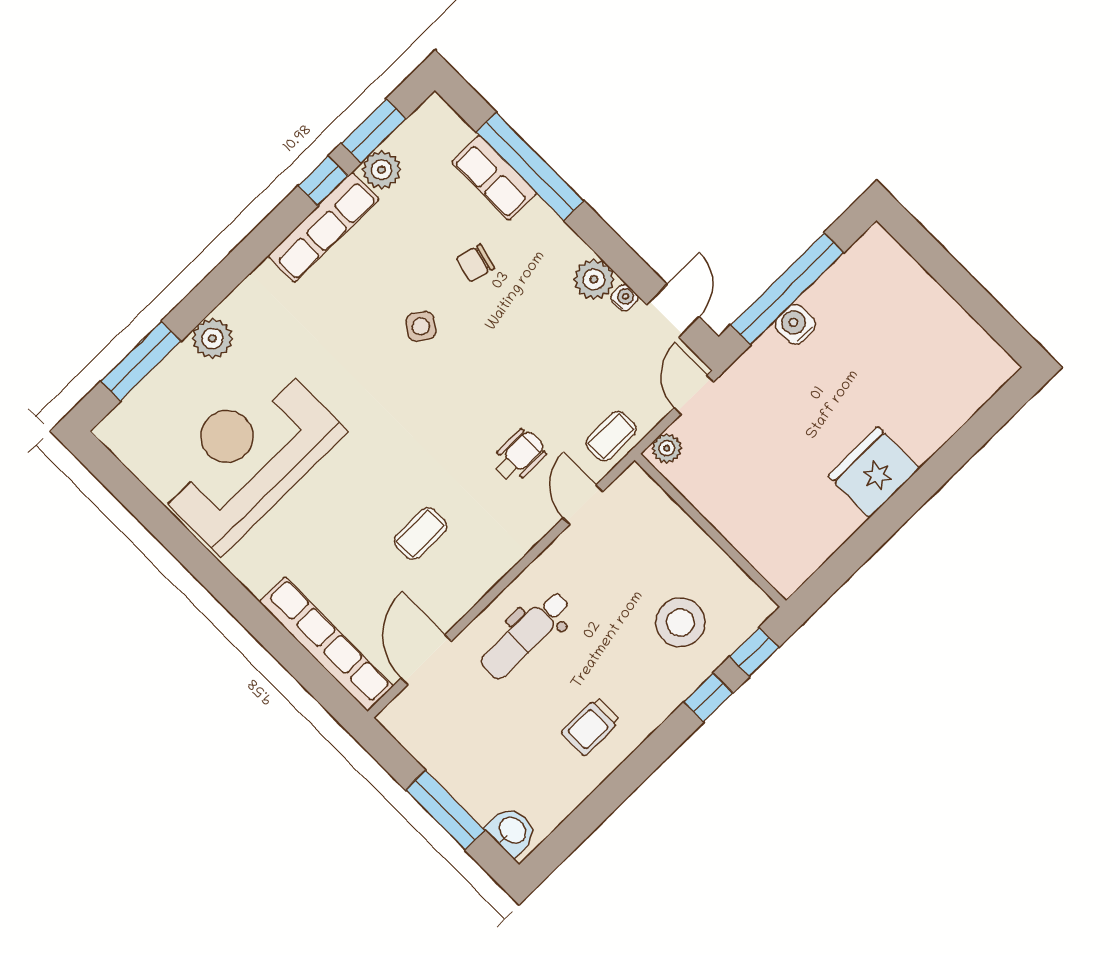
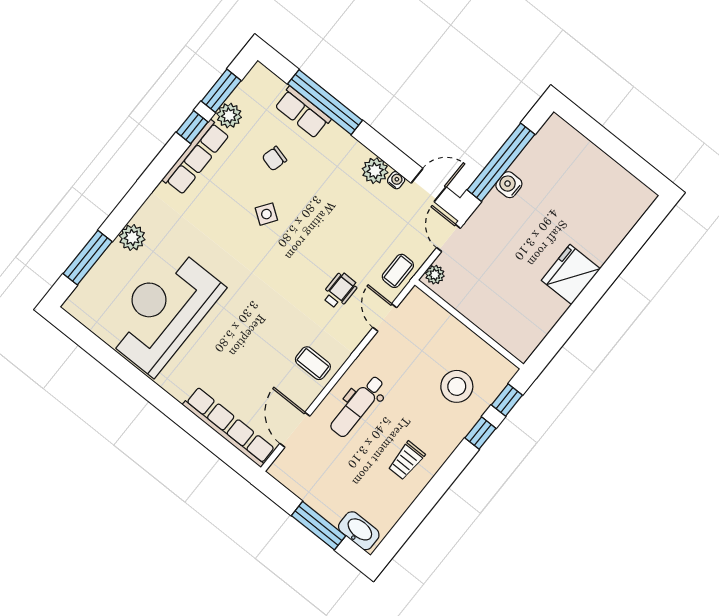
chair: (475, 263) -> (274, 158), moved
door: (673, 311) -> (429, 185), hinge flipped
coffee table: (420, 534) -> (313, 363), moved, turned 90
washbasin: (512, 831) -> (359, 531), width x1.38

